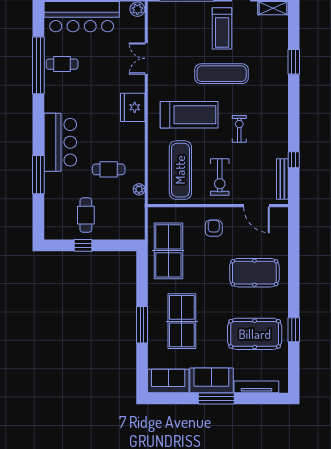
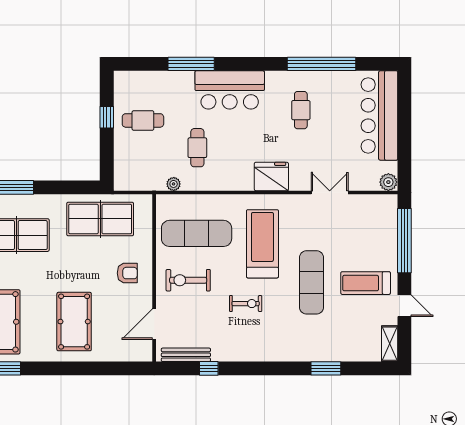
cafe table: (62, 64) -> (301, 110), moved
treadmill: (189, 115) -> (262, 244), turned 180

